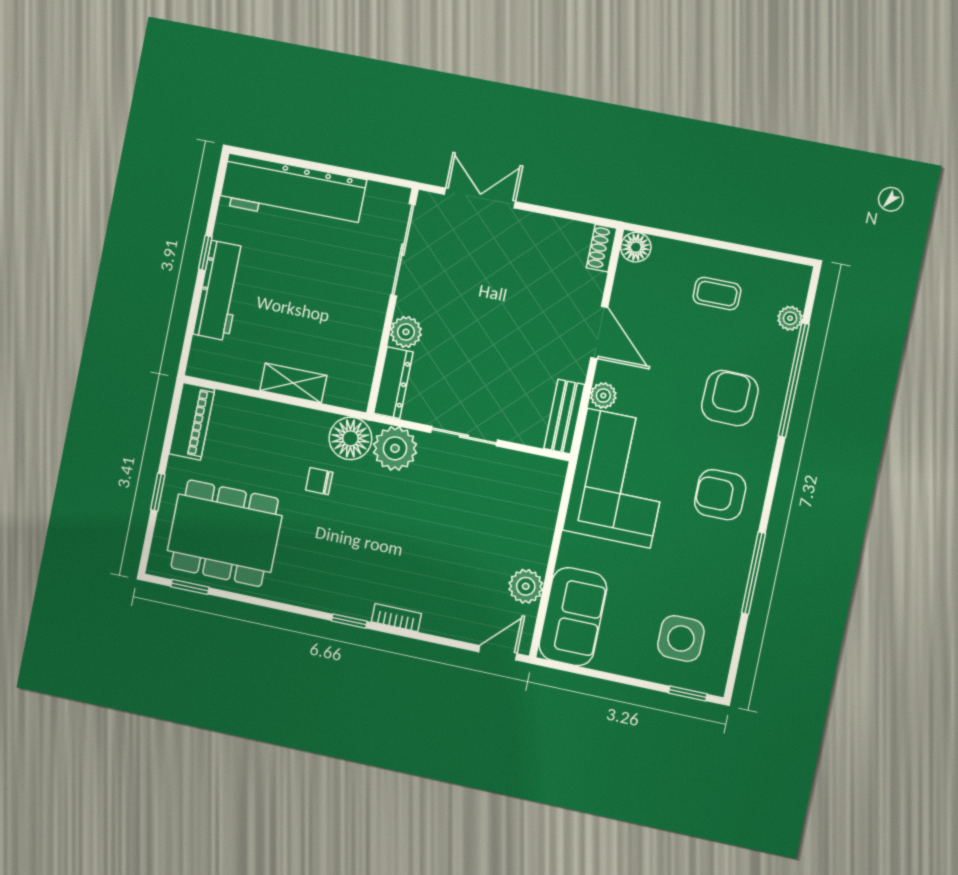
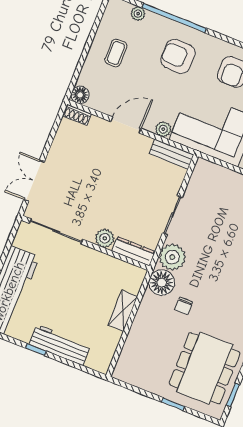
piano: (192, 421) -> (135, 376), removed

